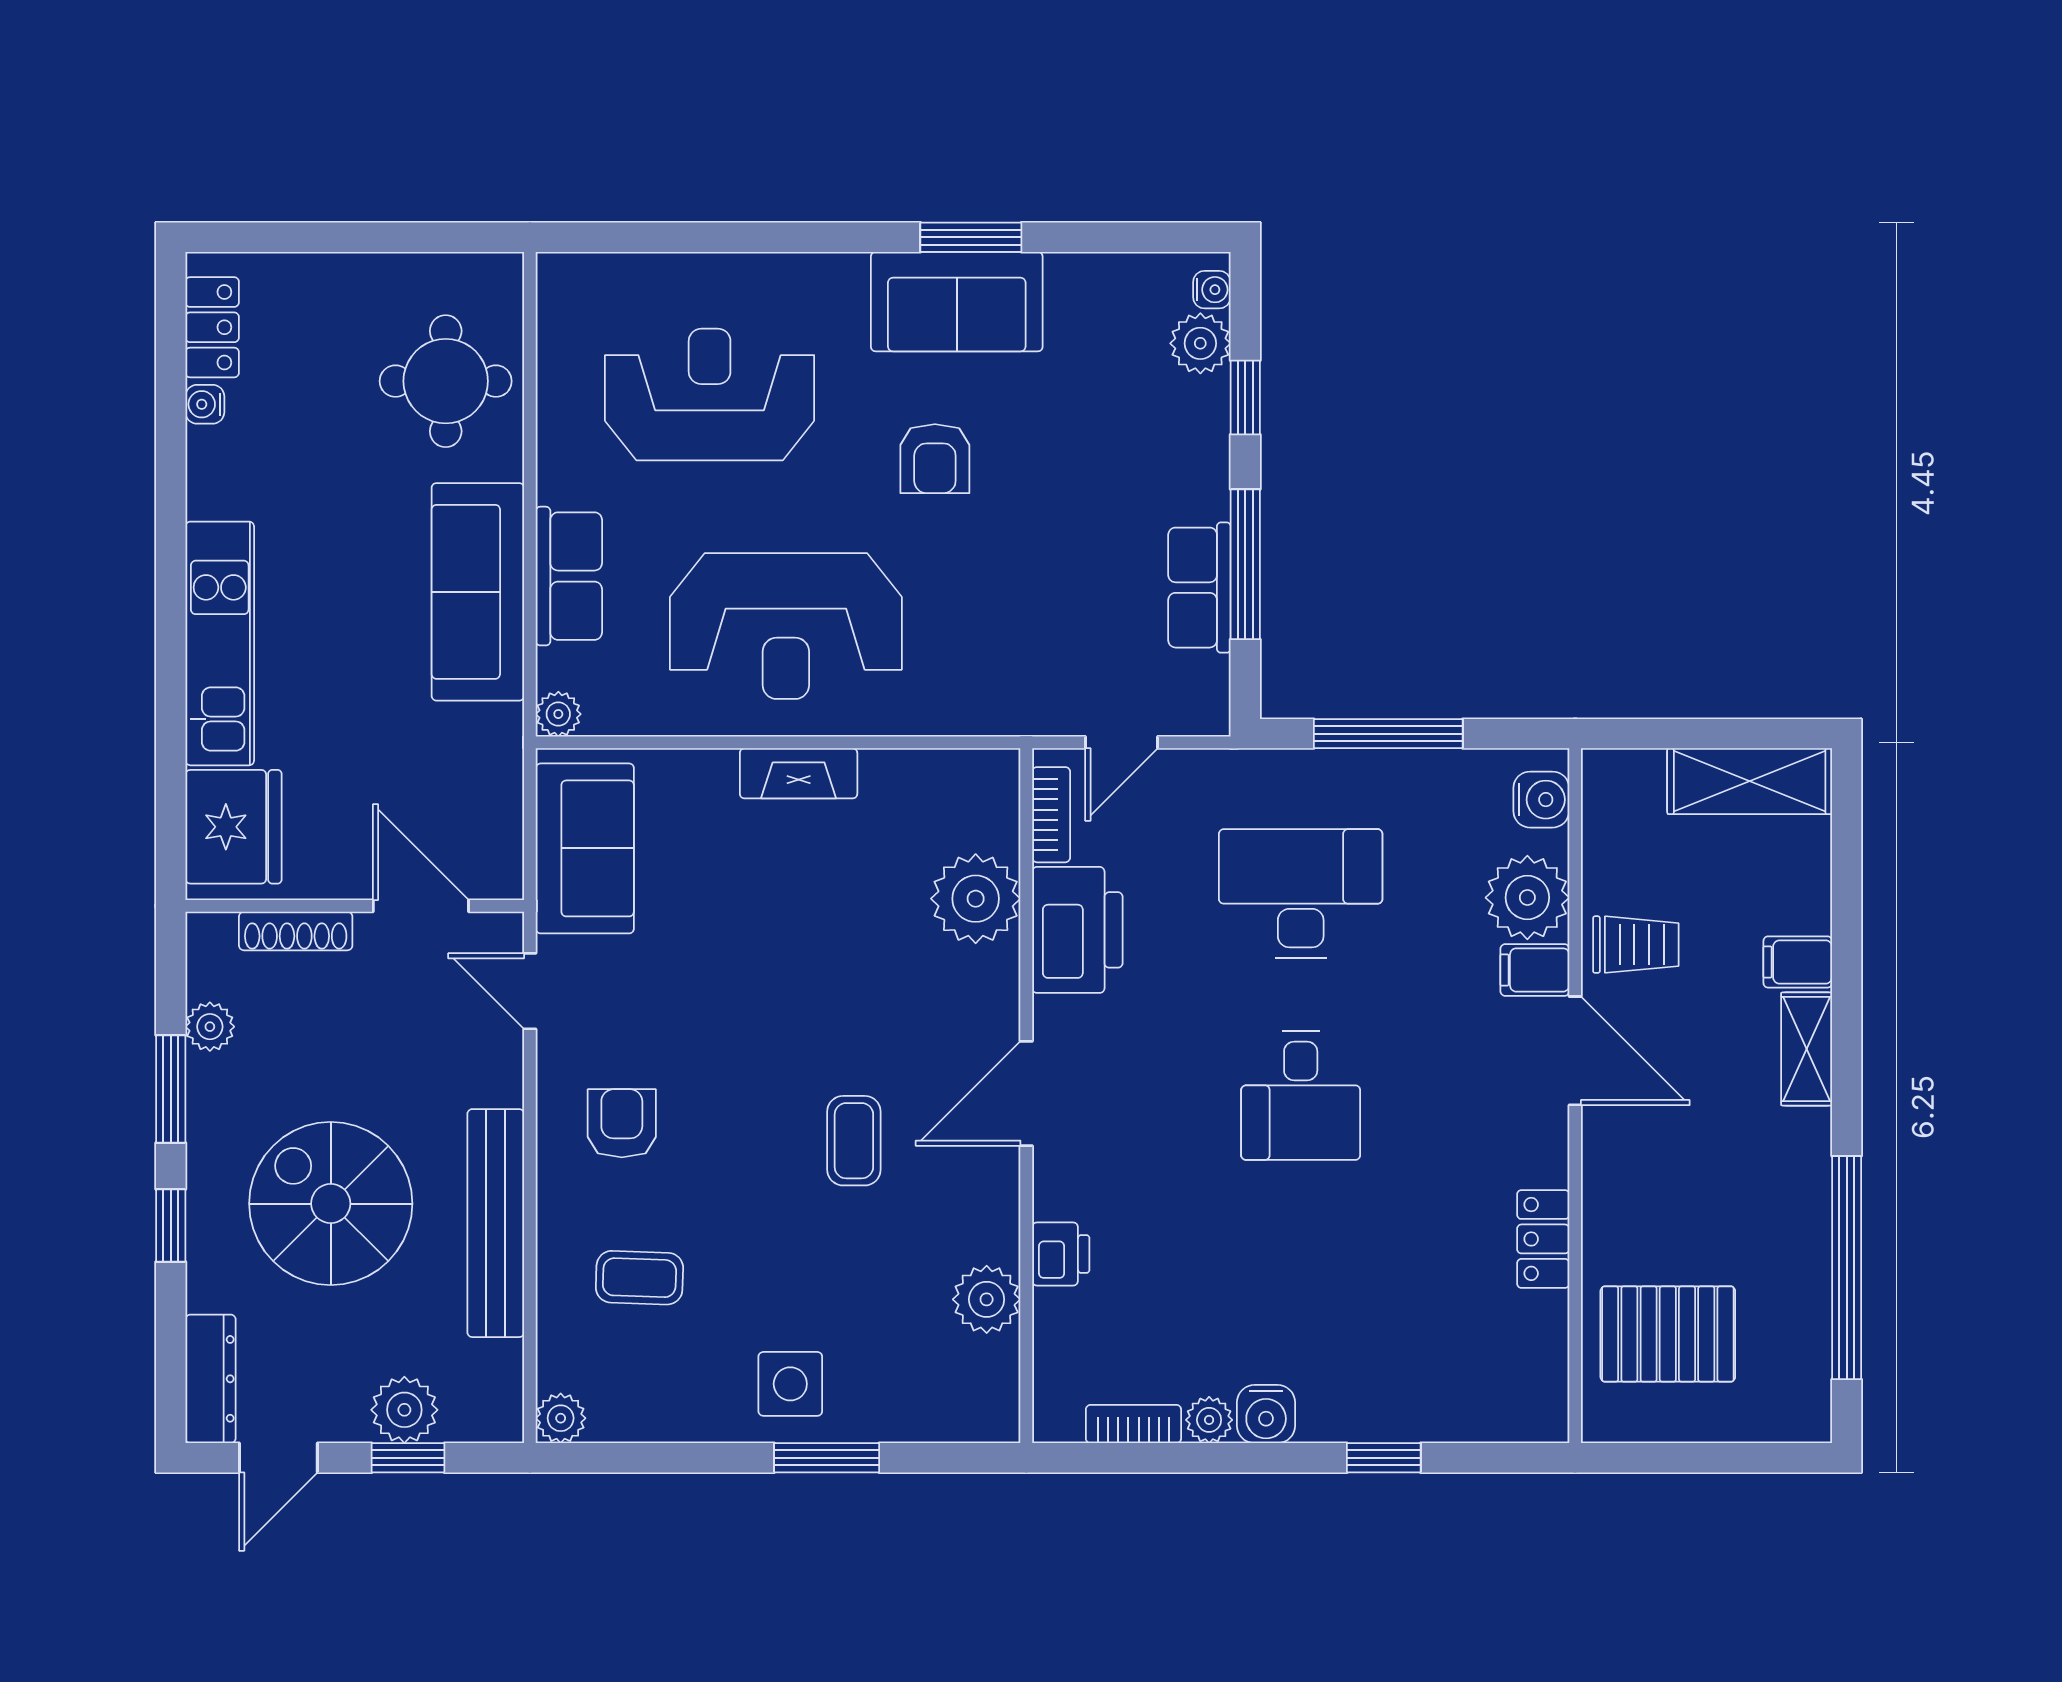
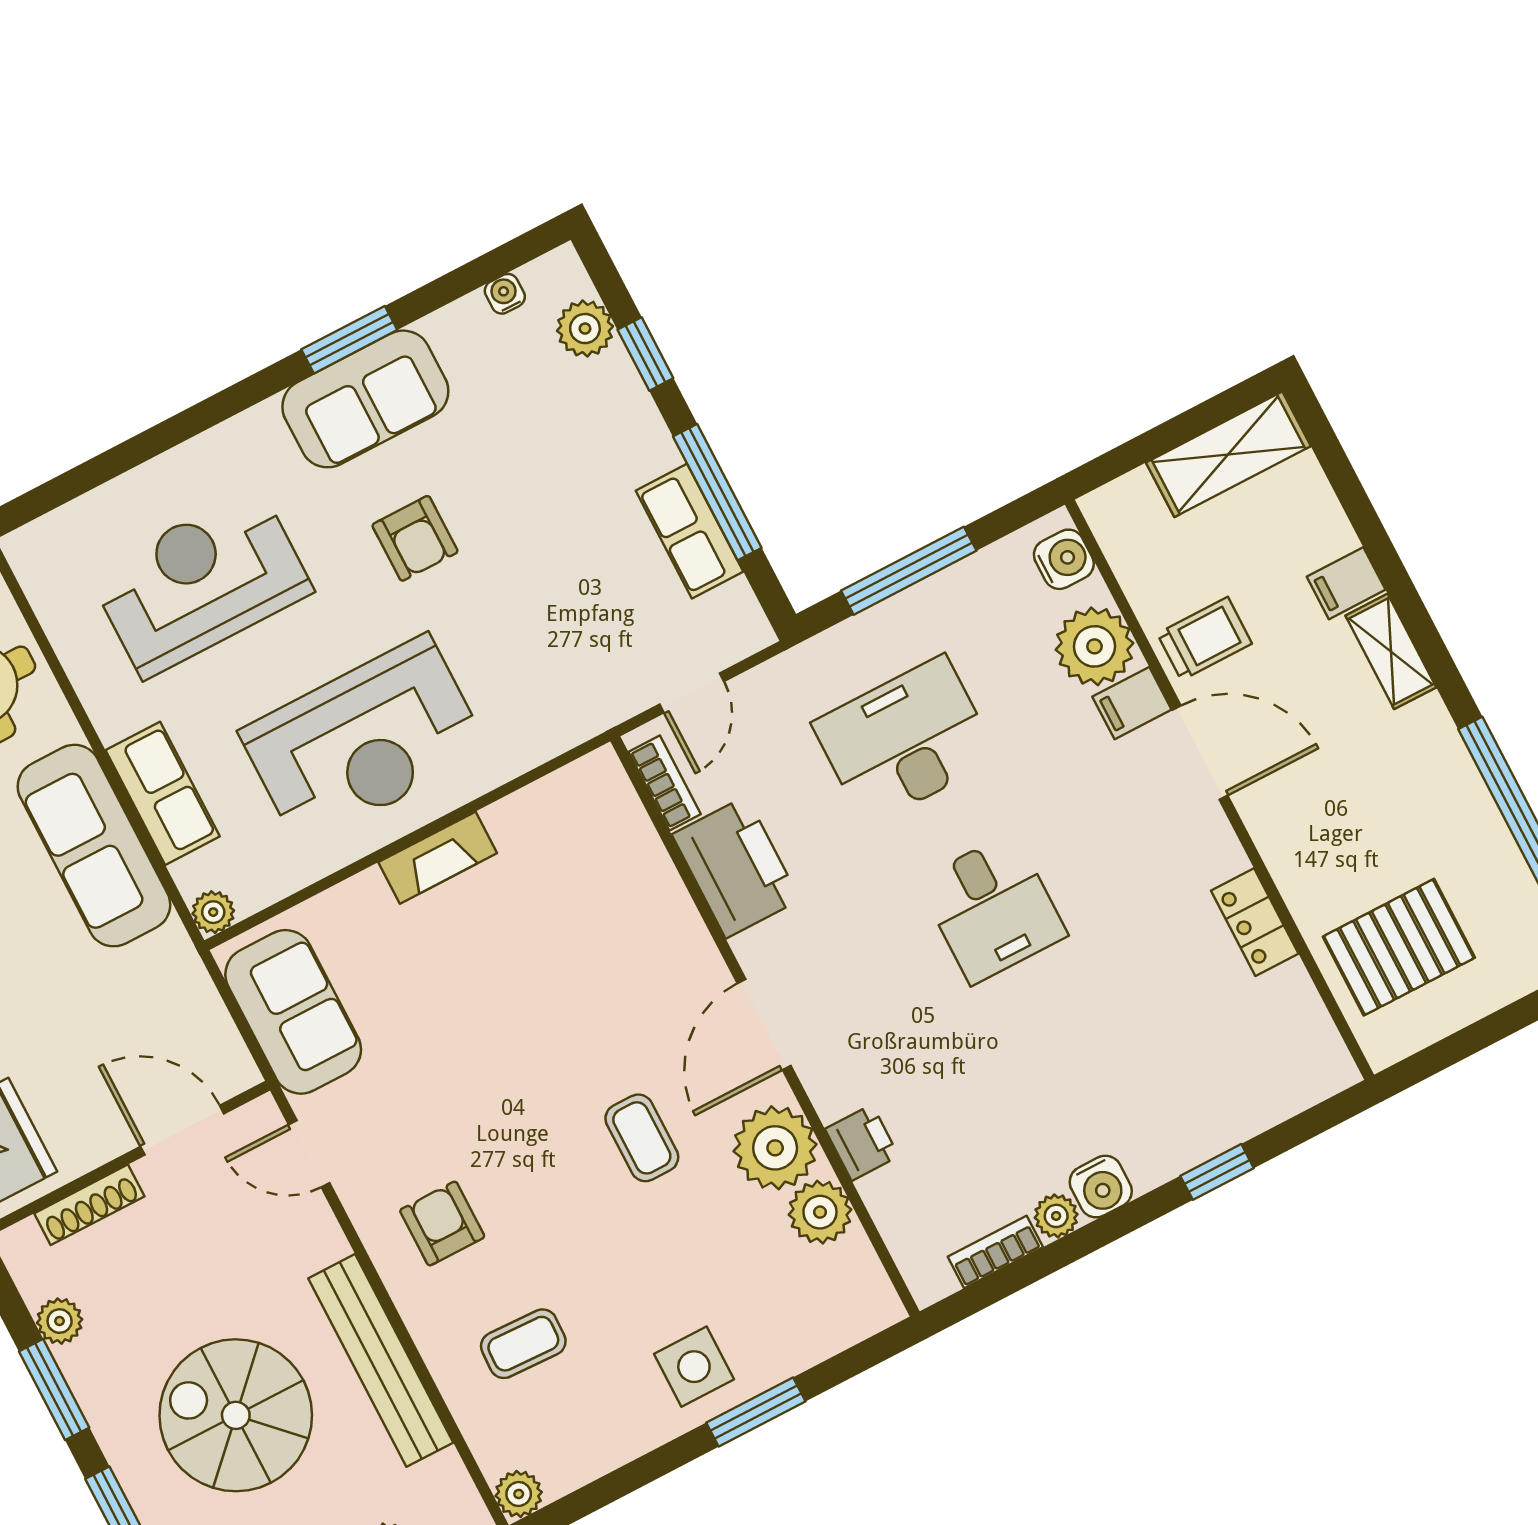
water cooler: (1212, 290) -> (505, 294), moved, turned -90
plant: (976, 899) -> (775, 1148), moved

